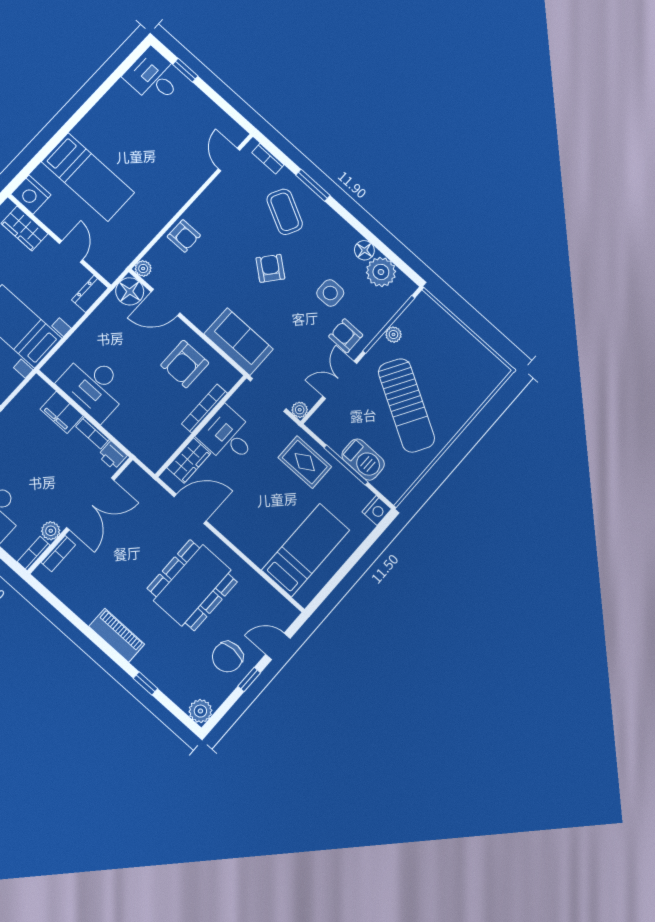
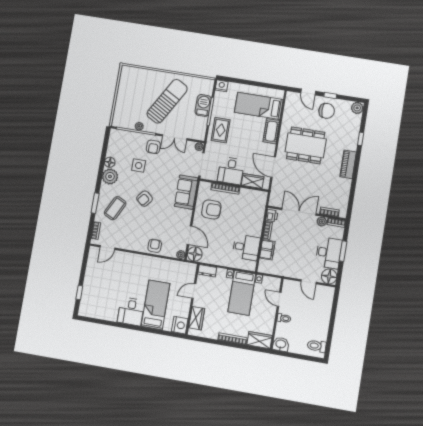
desk: (154, 77) -> (131, 312), moved
plant: (381, 272) -> (110, 176), moved
desk: (94, 386) -> (246, 247), width x0.73
cot: (251, 544) -> (271, 131), added

